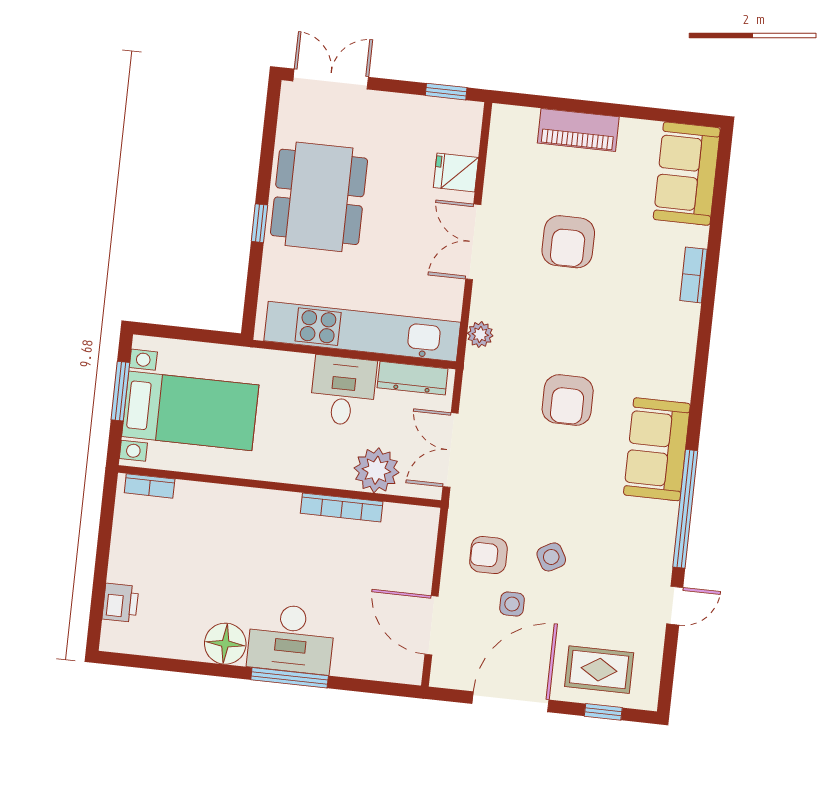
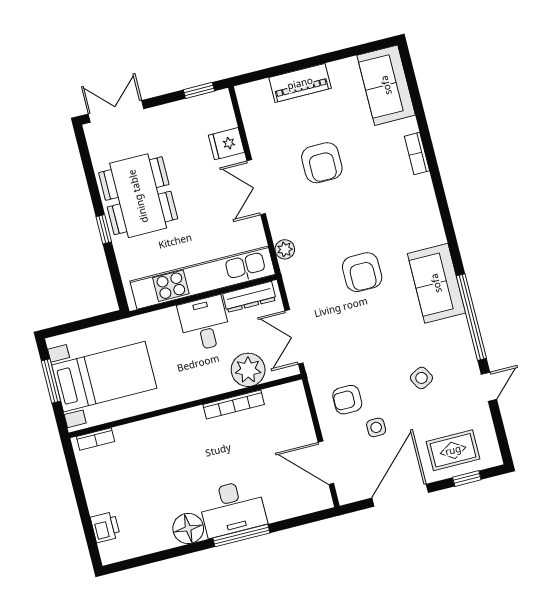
side table: (551, 557) -> (421, 378), moved

